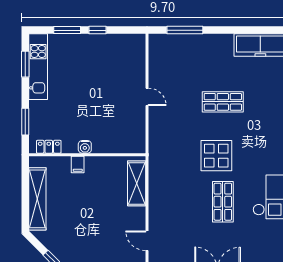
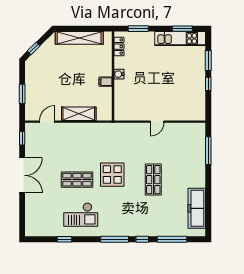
filing cabinet: (78, 164) -> (105, 82), moved
shelving: (137, 183) -> (79, 114), moved

